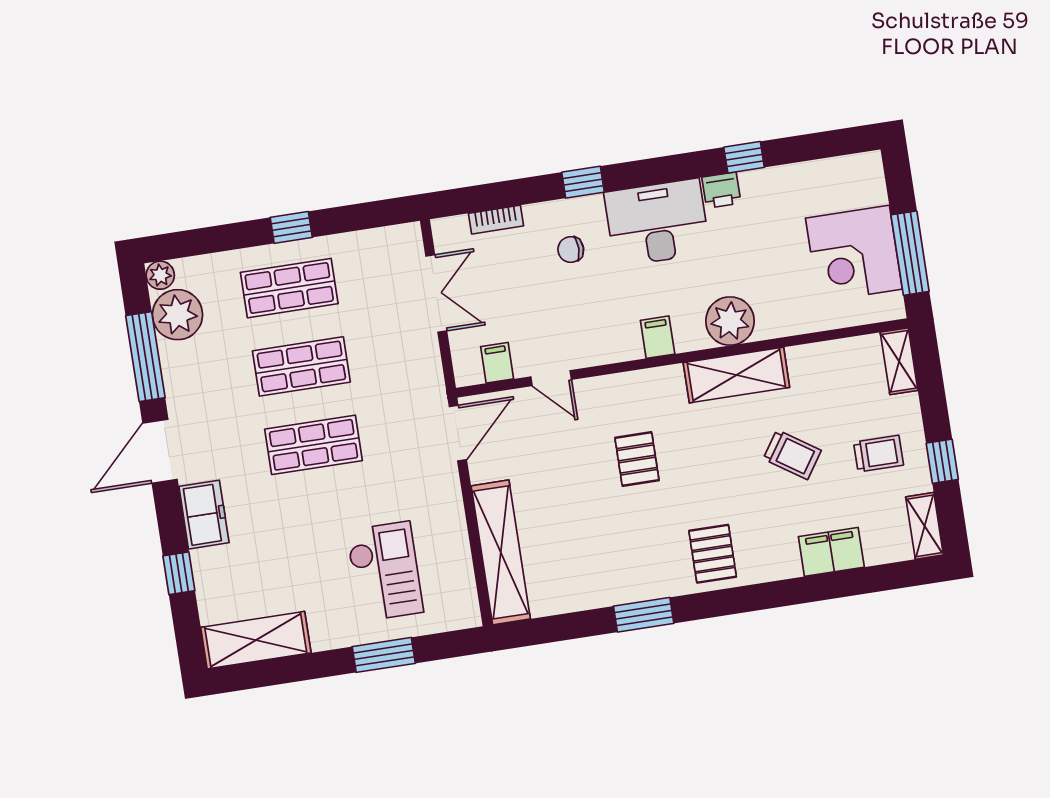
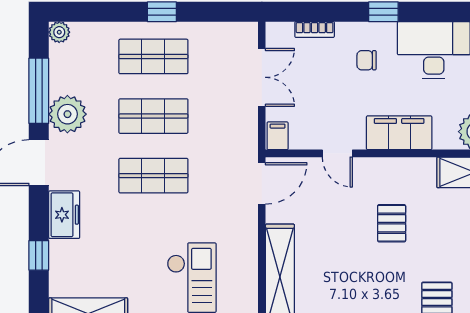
plant: (178, 315) -> (67, 114), moved
filing cabinet: (658, 337) -> (399, 133), width x3.00, depth x1.17
filing cabinet: (497, 363) -> (278, 136), moved

